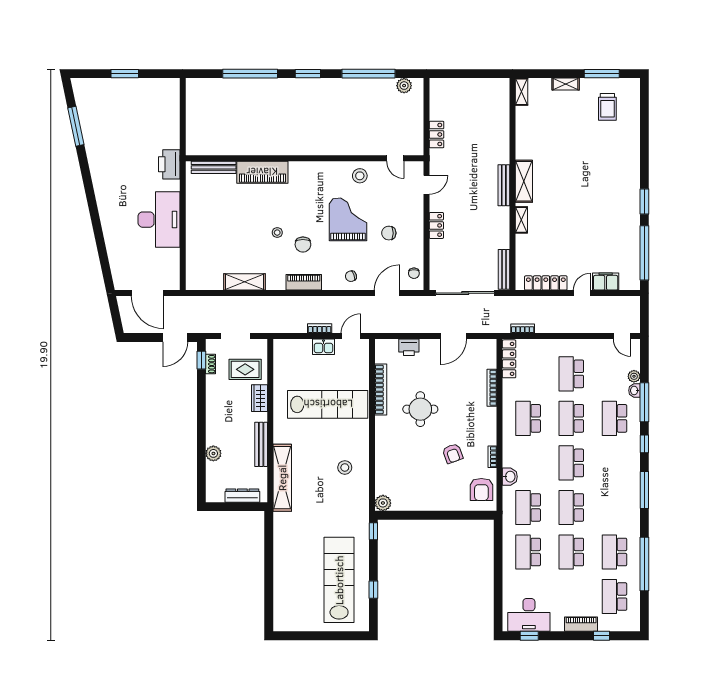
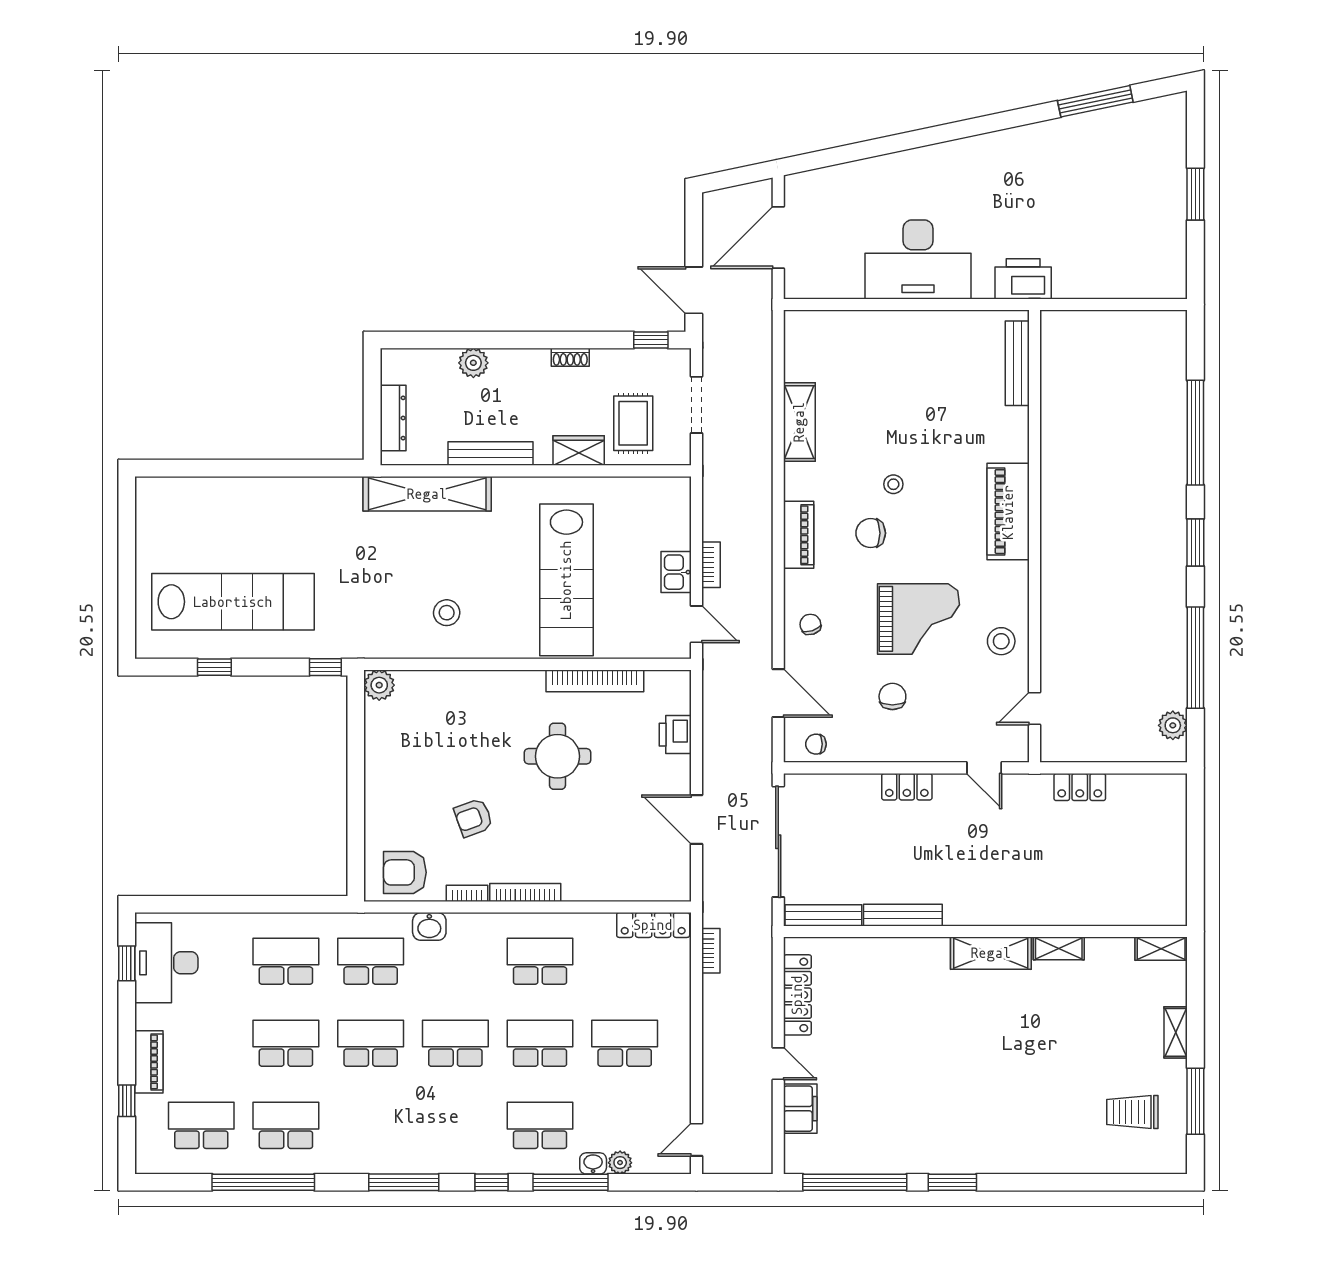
piano: (262, 172) -> (1008, 512), moved
bench: (504, 185) -> (903, 915), moved
shelving: (521, 220) -> (1059, 948), moved
shoe rack: (210, 364) -> (570, 357), moved
bookcase: (492, 388) -> (525, 892), moved

